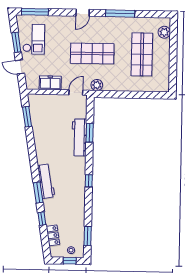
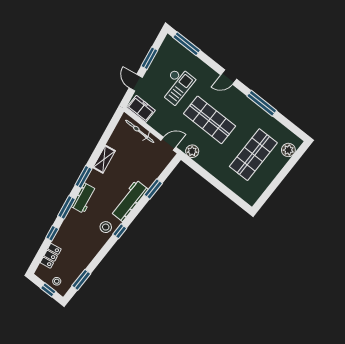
checkout: (34, 39) -> (176, 85), moved
freezer: (50, 83) -> (141, 109), moved
bicycle: (49, 99) -> (140, 131), added
window: (27, 117) -> (83, 177), moved
workbench: (79, 137) -> (129, 201), moved
shelving: (39, 138) -> (104, 159), added
workbench: (46, 181) -> (84, 198), width x0.73
stool: (76, 185) -> (106, 227), added

